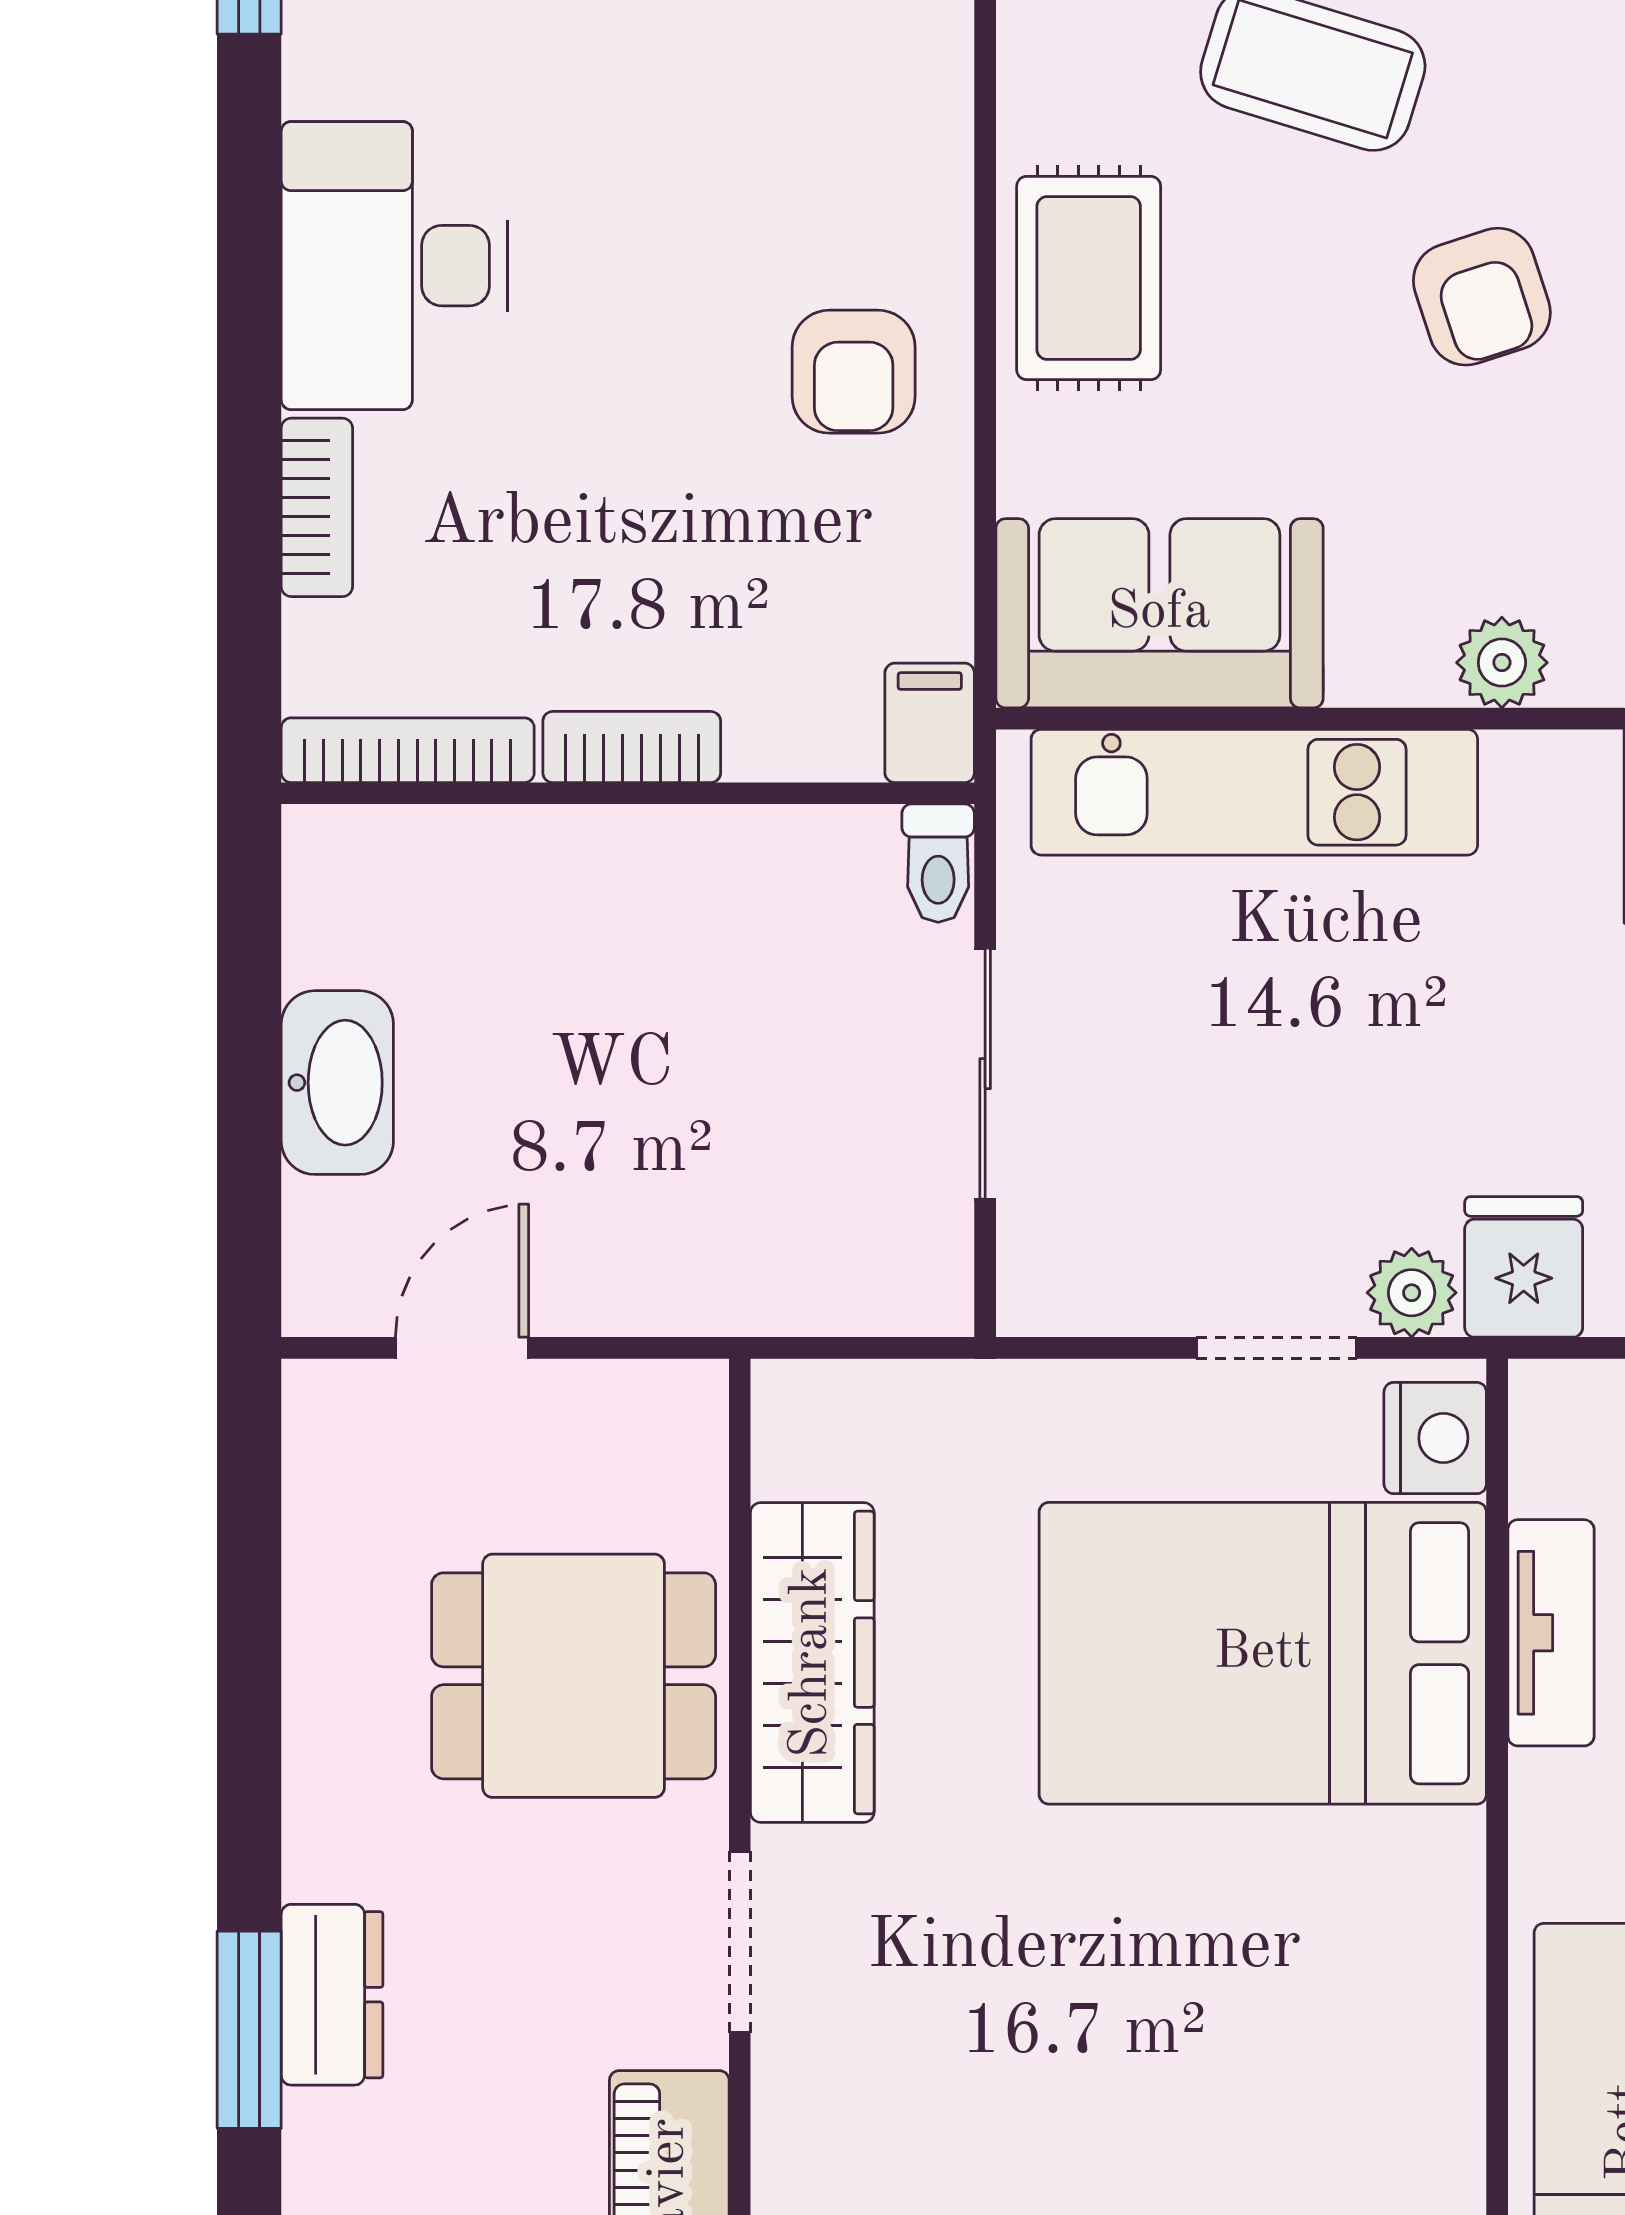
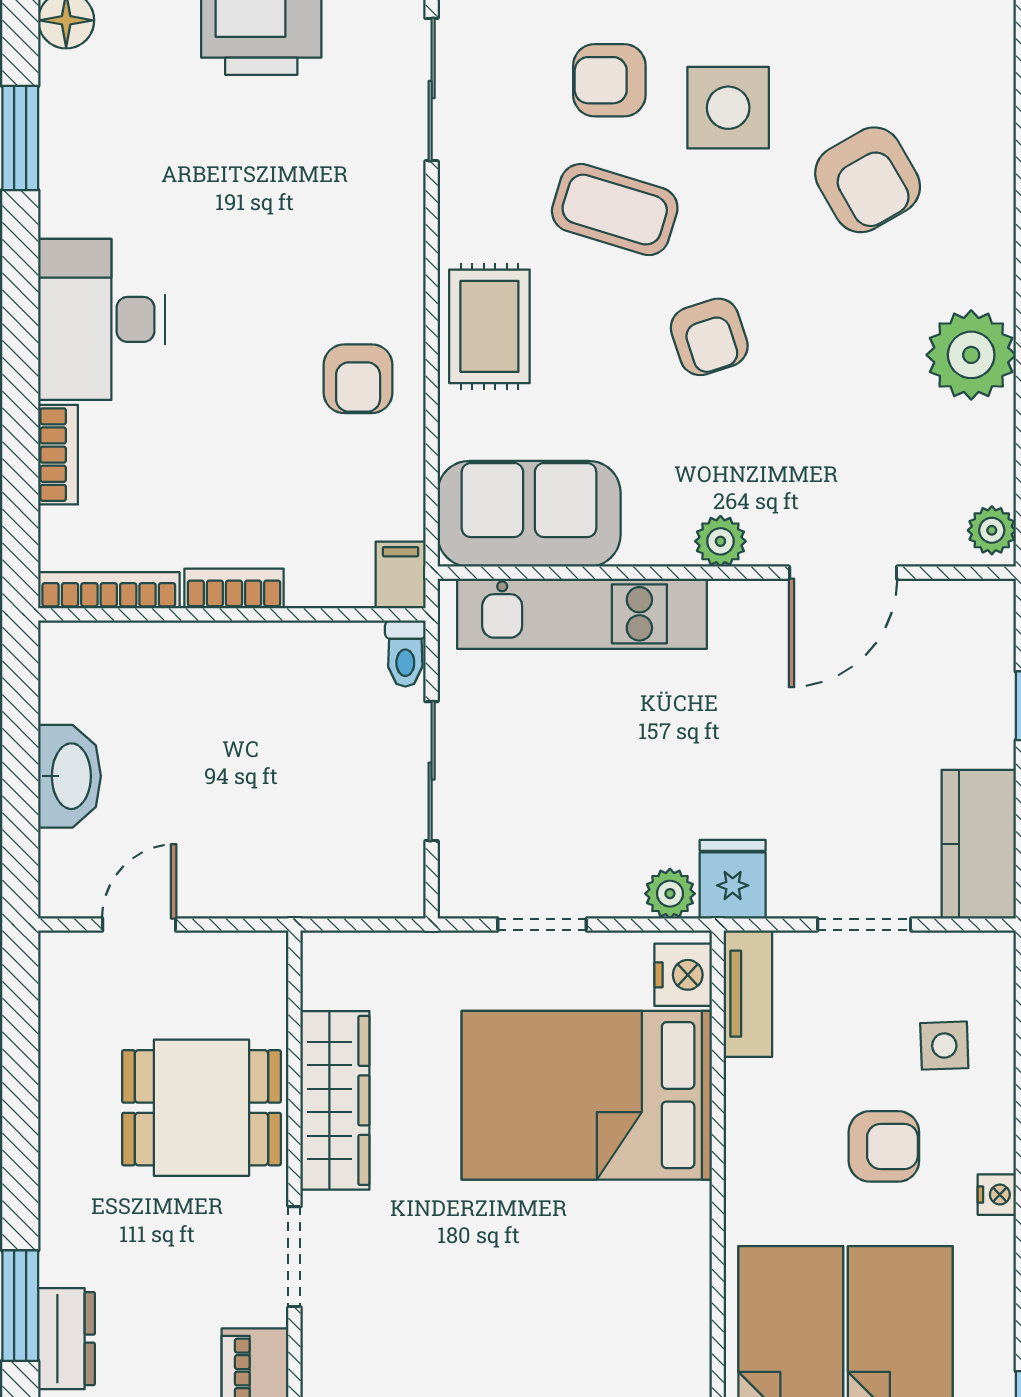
doorway: (1277, 1348) -> (542, 924), moved
tv unit: (1551, 1633) -> (748, 994), moved
dresser: (332, 1995) -> (66, 1339), moved

